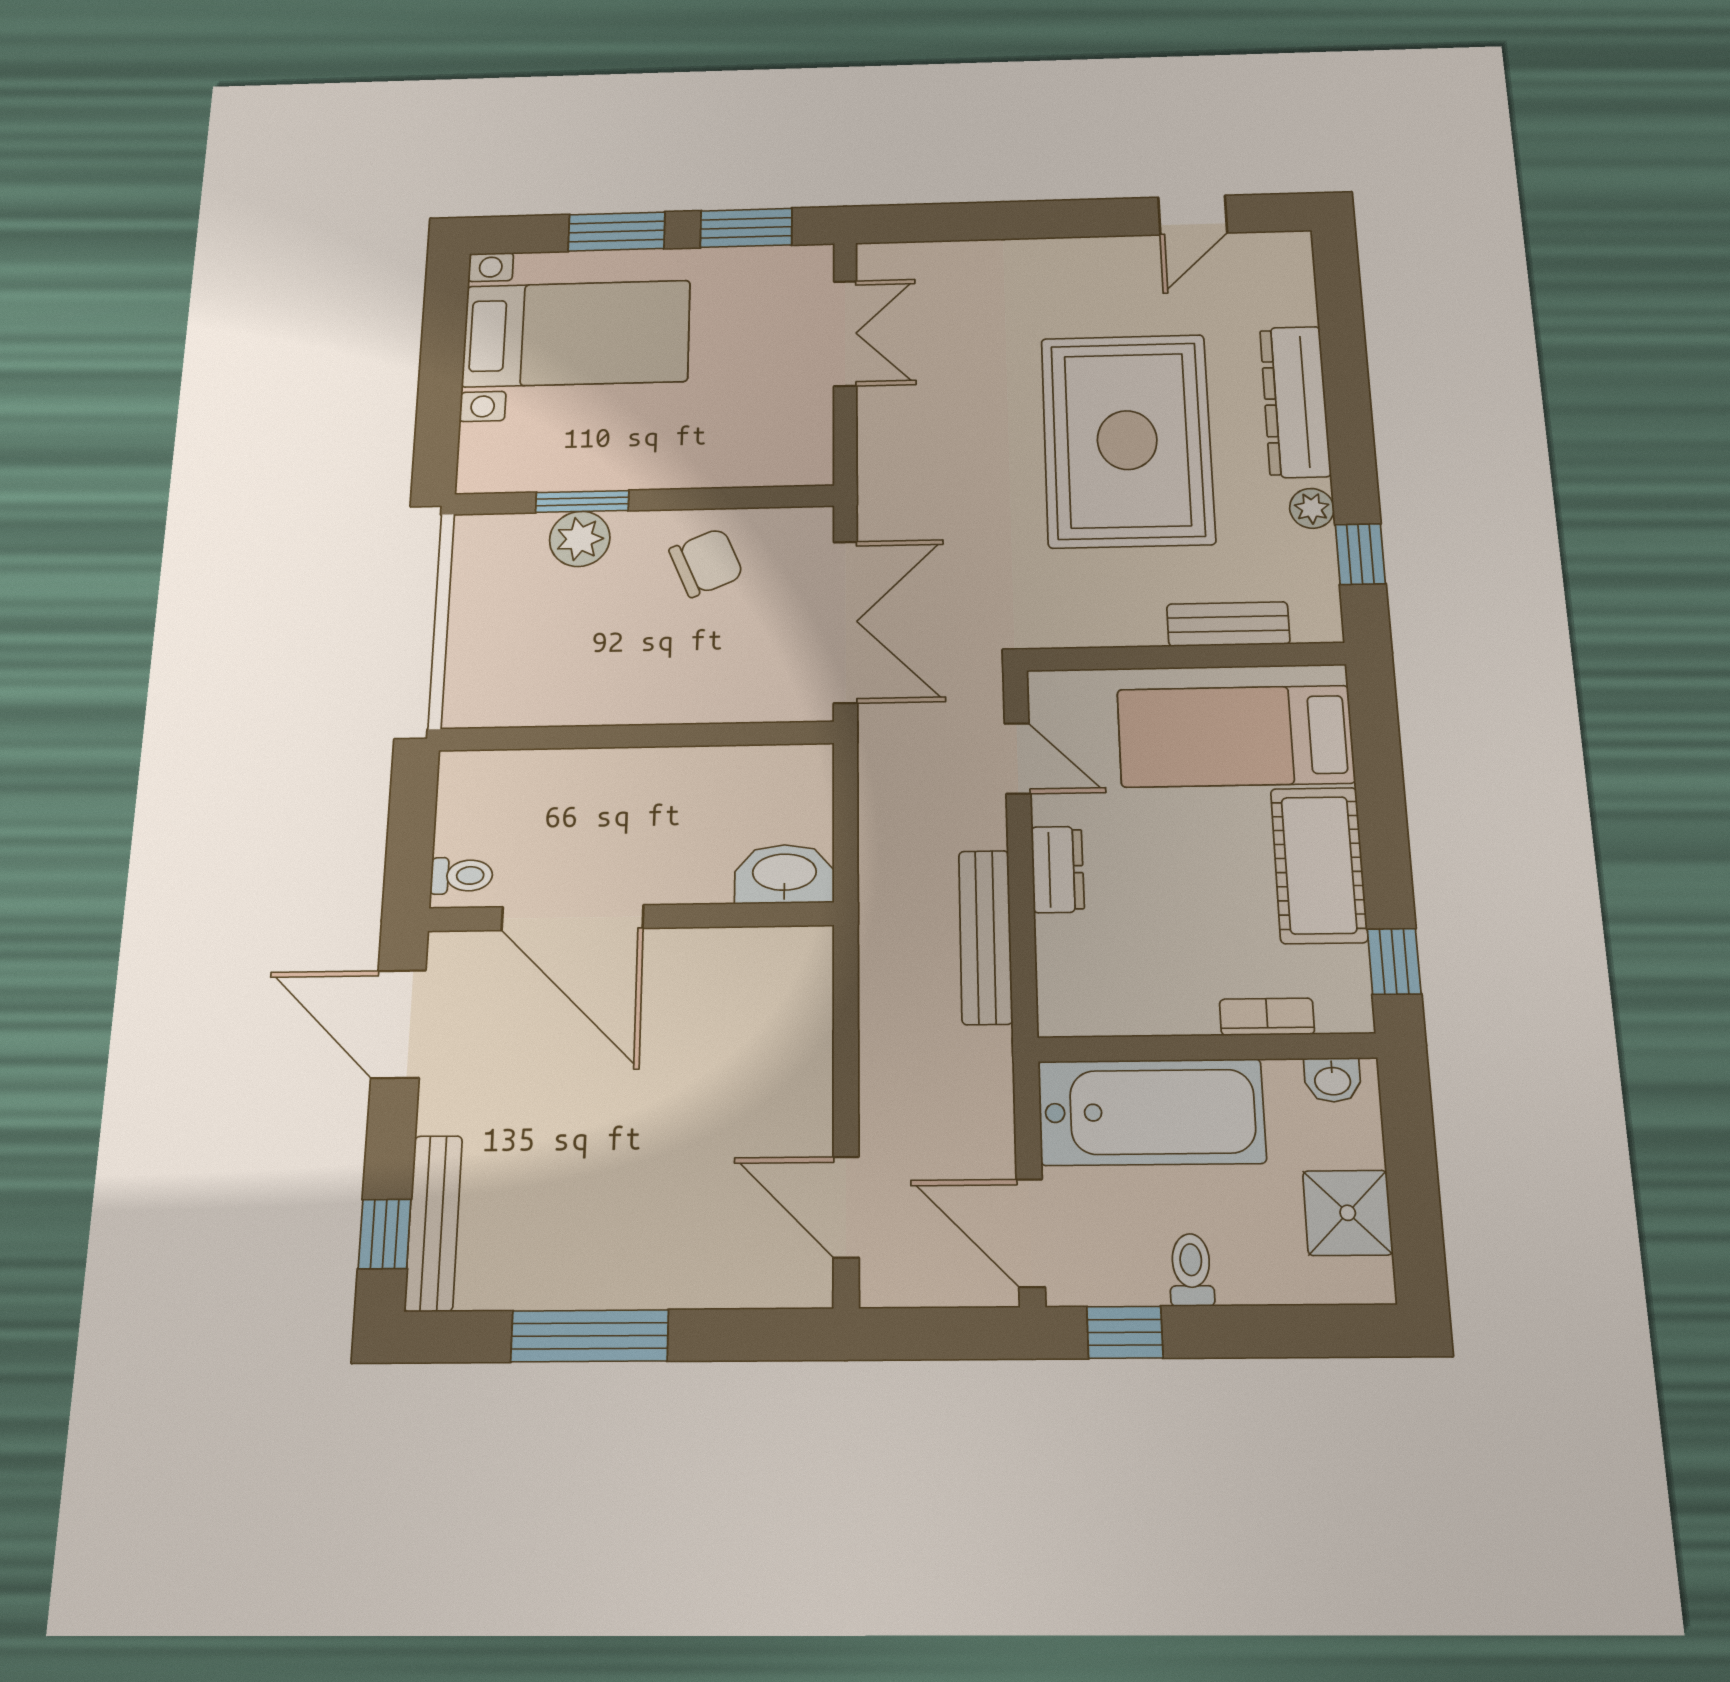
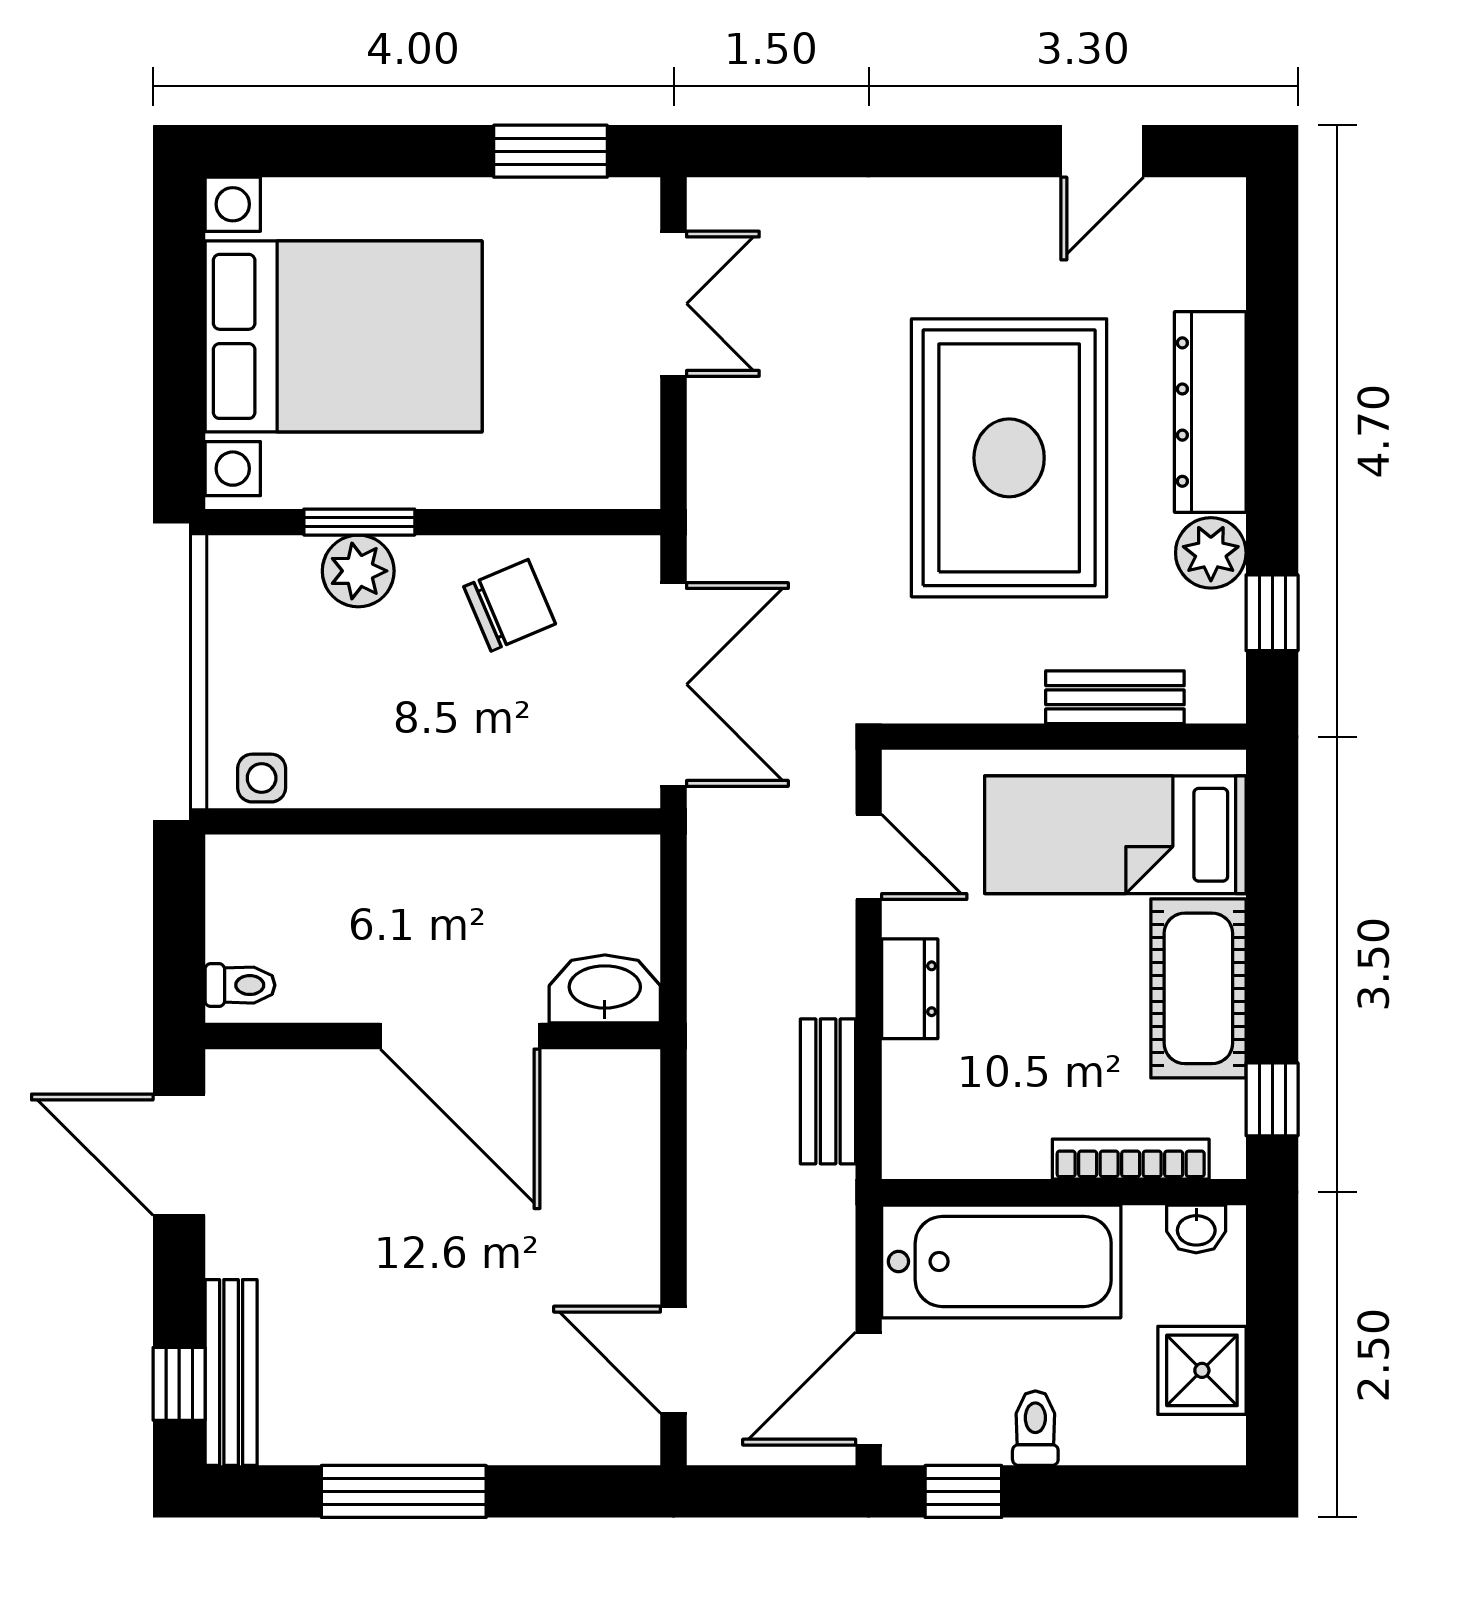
window: (617, 232) -> (389, 151), removed
bed with nightstands: (576, 334) -> (344, 336), width x1.36
plant: (1312, 508) -> (1211, 553), width x1.38, depth x1.38
side table: (490, 704) -> (262, 778), added
door: (573, 918) -> (460, 1036), moved
bench: (986, 937) -> (828, 1091), width x0.73
bookcase: (1267, 1017) -> (1131, 1159), width x1.56
door: (1031, 1233) -> (869, 1389), hinge flipped

